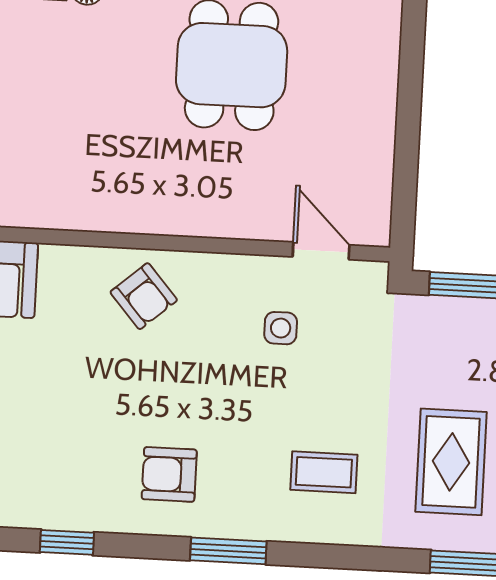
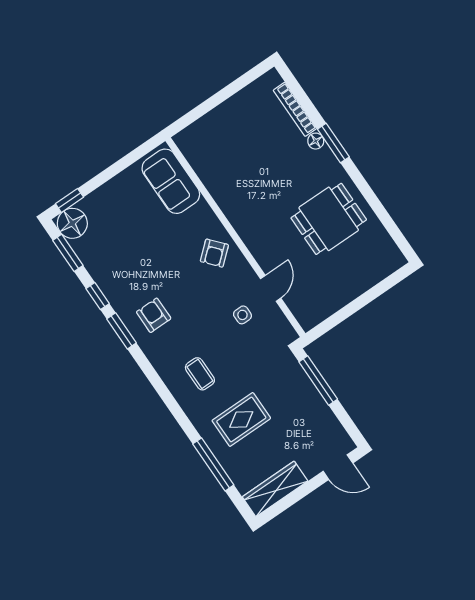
door: (321, 251) -> (271, 288), moved
window: (228, 551) -> (121, 331), moved

